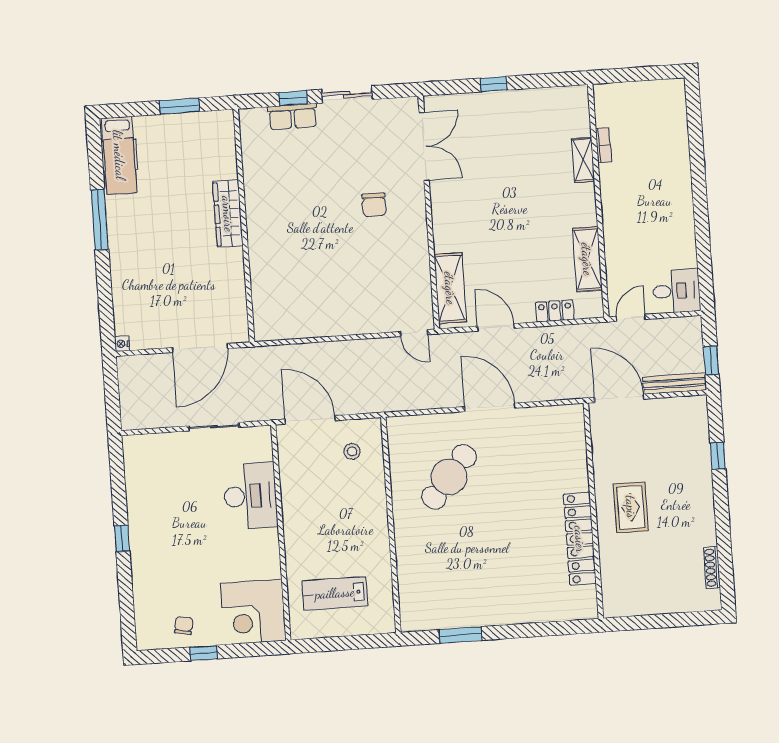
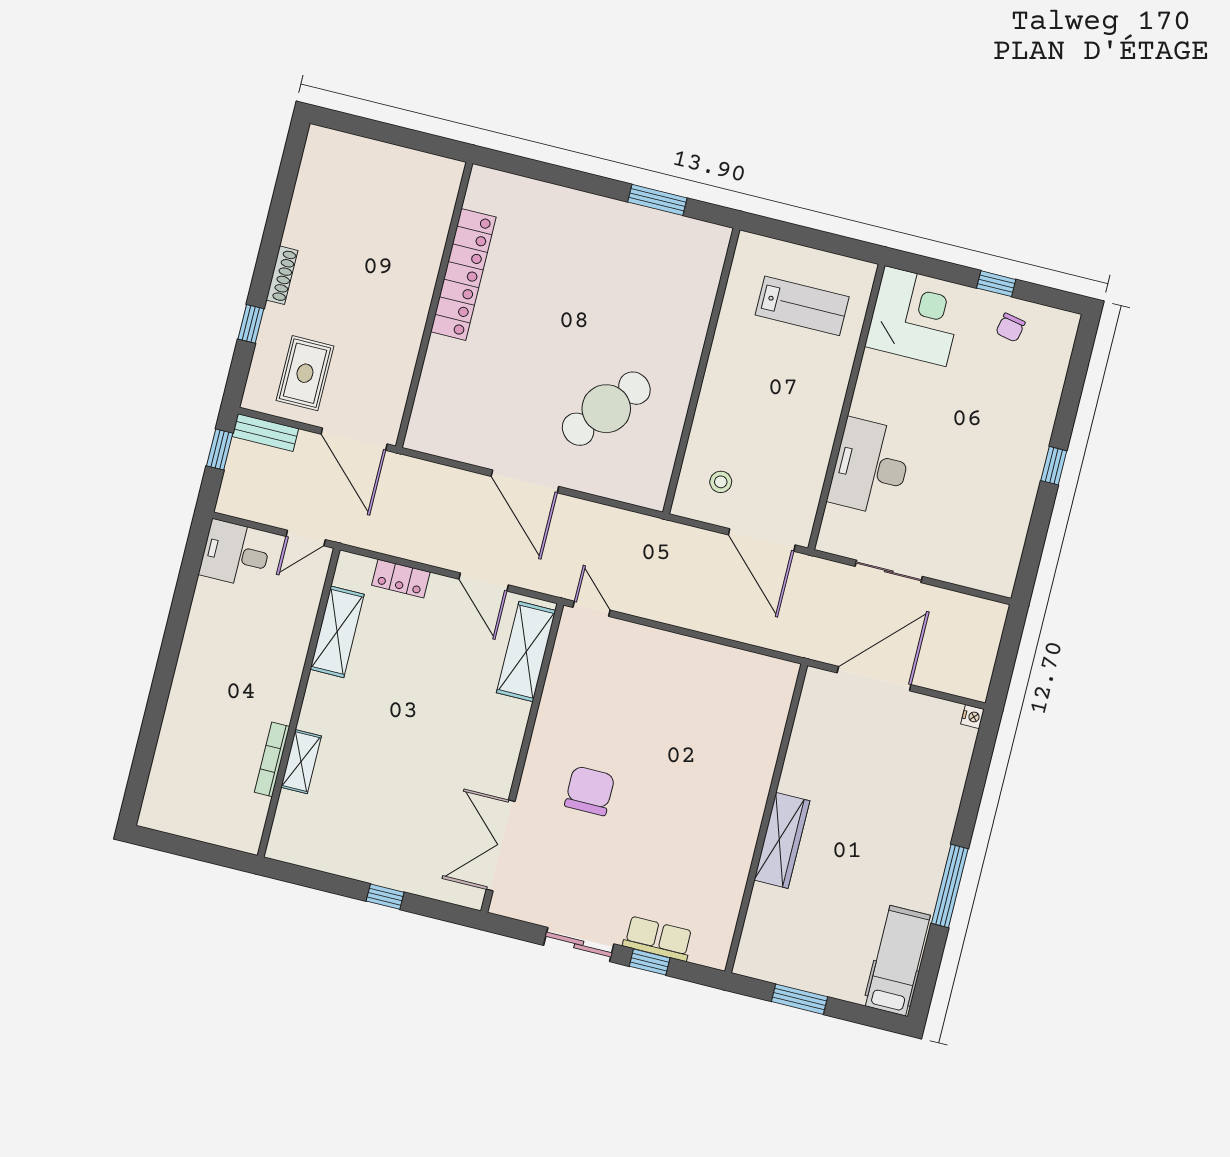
bookcase: (603, 145) -> (272, 759), width x1.56
chair: (374, 205) -> (590, 791), width x1.37, depth x1.37
bench: (675, 383) -> (265, 432), width x0.73
rug: (631, 507) -> (305, 373), moved
shoe rack: (712, 568) -> (282, 275), moved

